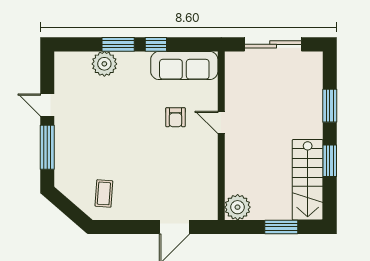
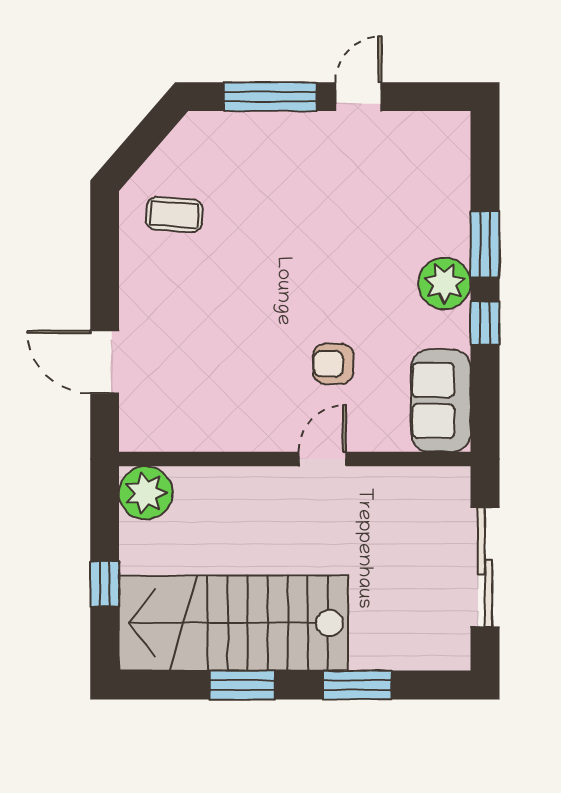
plant: (104, 64) -> (444, 283), moved
sofa: (184, 65) -> (441, 401), width x0.73
stairs: (308, 180) -> (233, 623), width x1.36, depth x1.51
window: (281, 227) -> (105, 584), width x0.67

